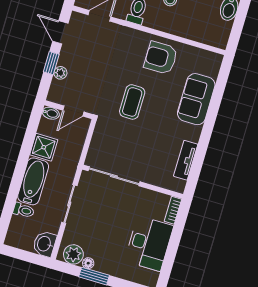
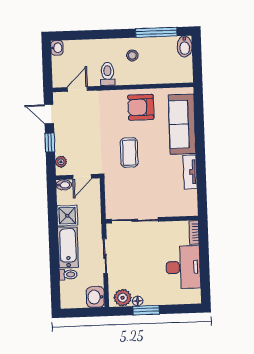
plant: (60, 73) -> (61, 162), moved
sofa: (196, 99) -> (182, 124), width x1.36
tv unit: (186, 160) -> (190, 172), moved

